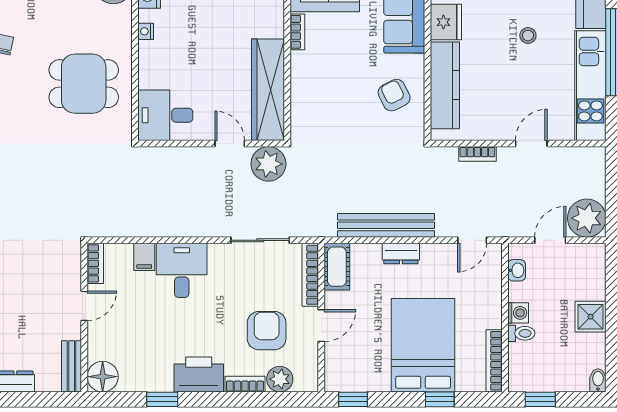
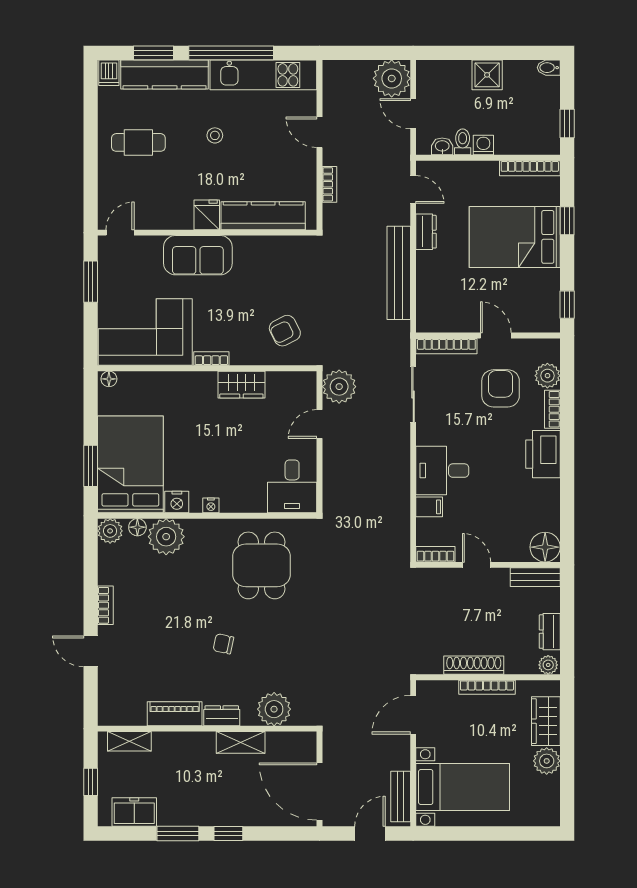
fridge: (446, 22) -> (207, 215), width x0.72
wardrobe: (268, 90) -> (241, 385), width x0.48, depth x0.85
armchair: (394, 95) -> (285, 331), moved
dresser: (401, 254) -> (426, 232), moved
cot: (337, 267) -> (439, 320), removed
armchair: (267, 331) -> (501, 388), turned 90
toilet: (521, 333) -> (463, 142), moved
window: (162, 399) -> (567, 489), removed

